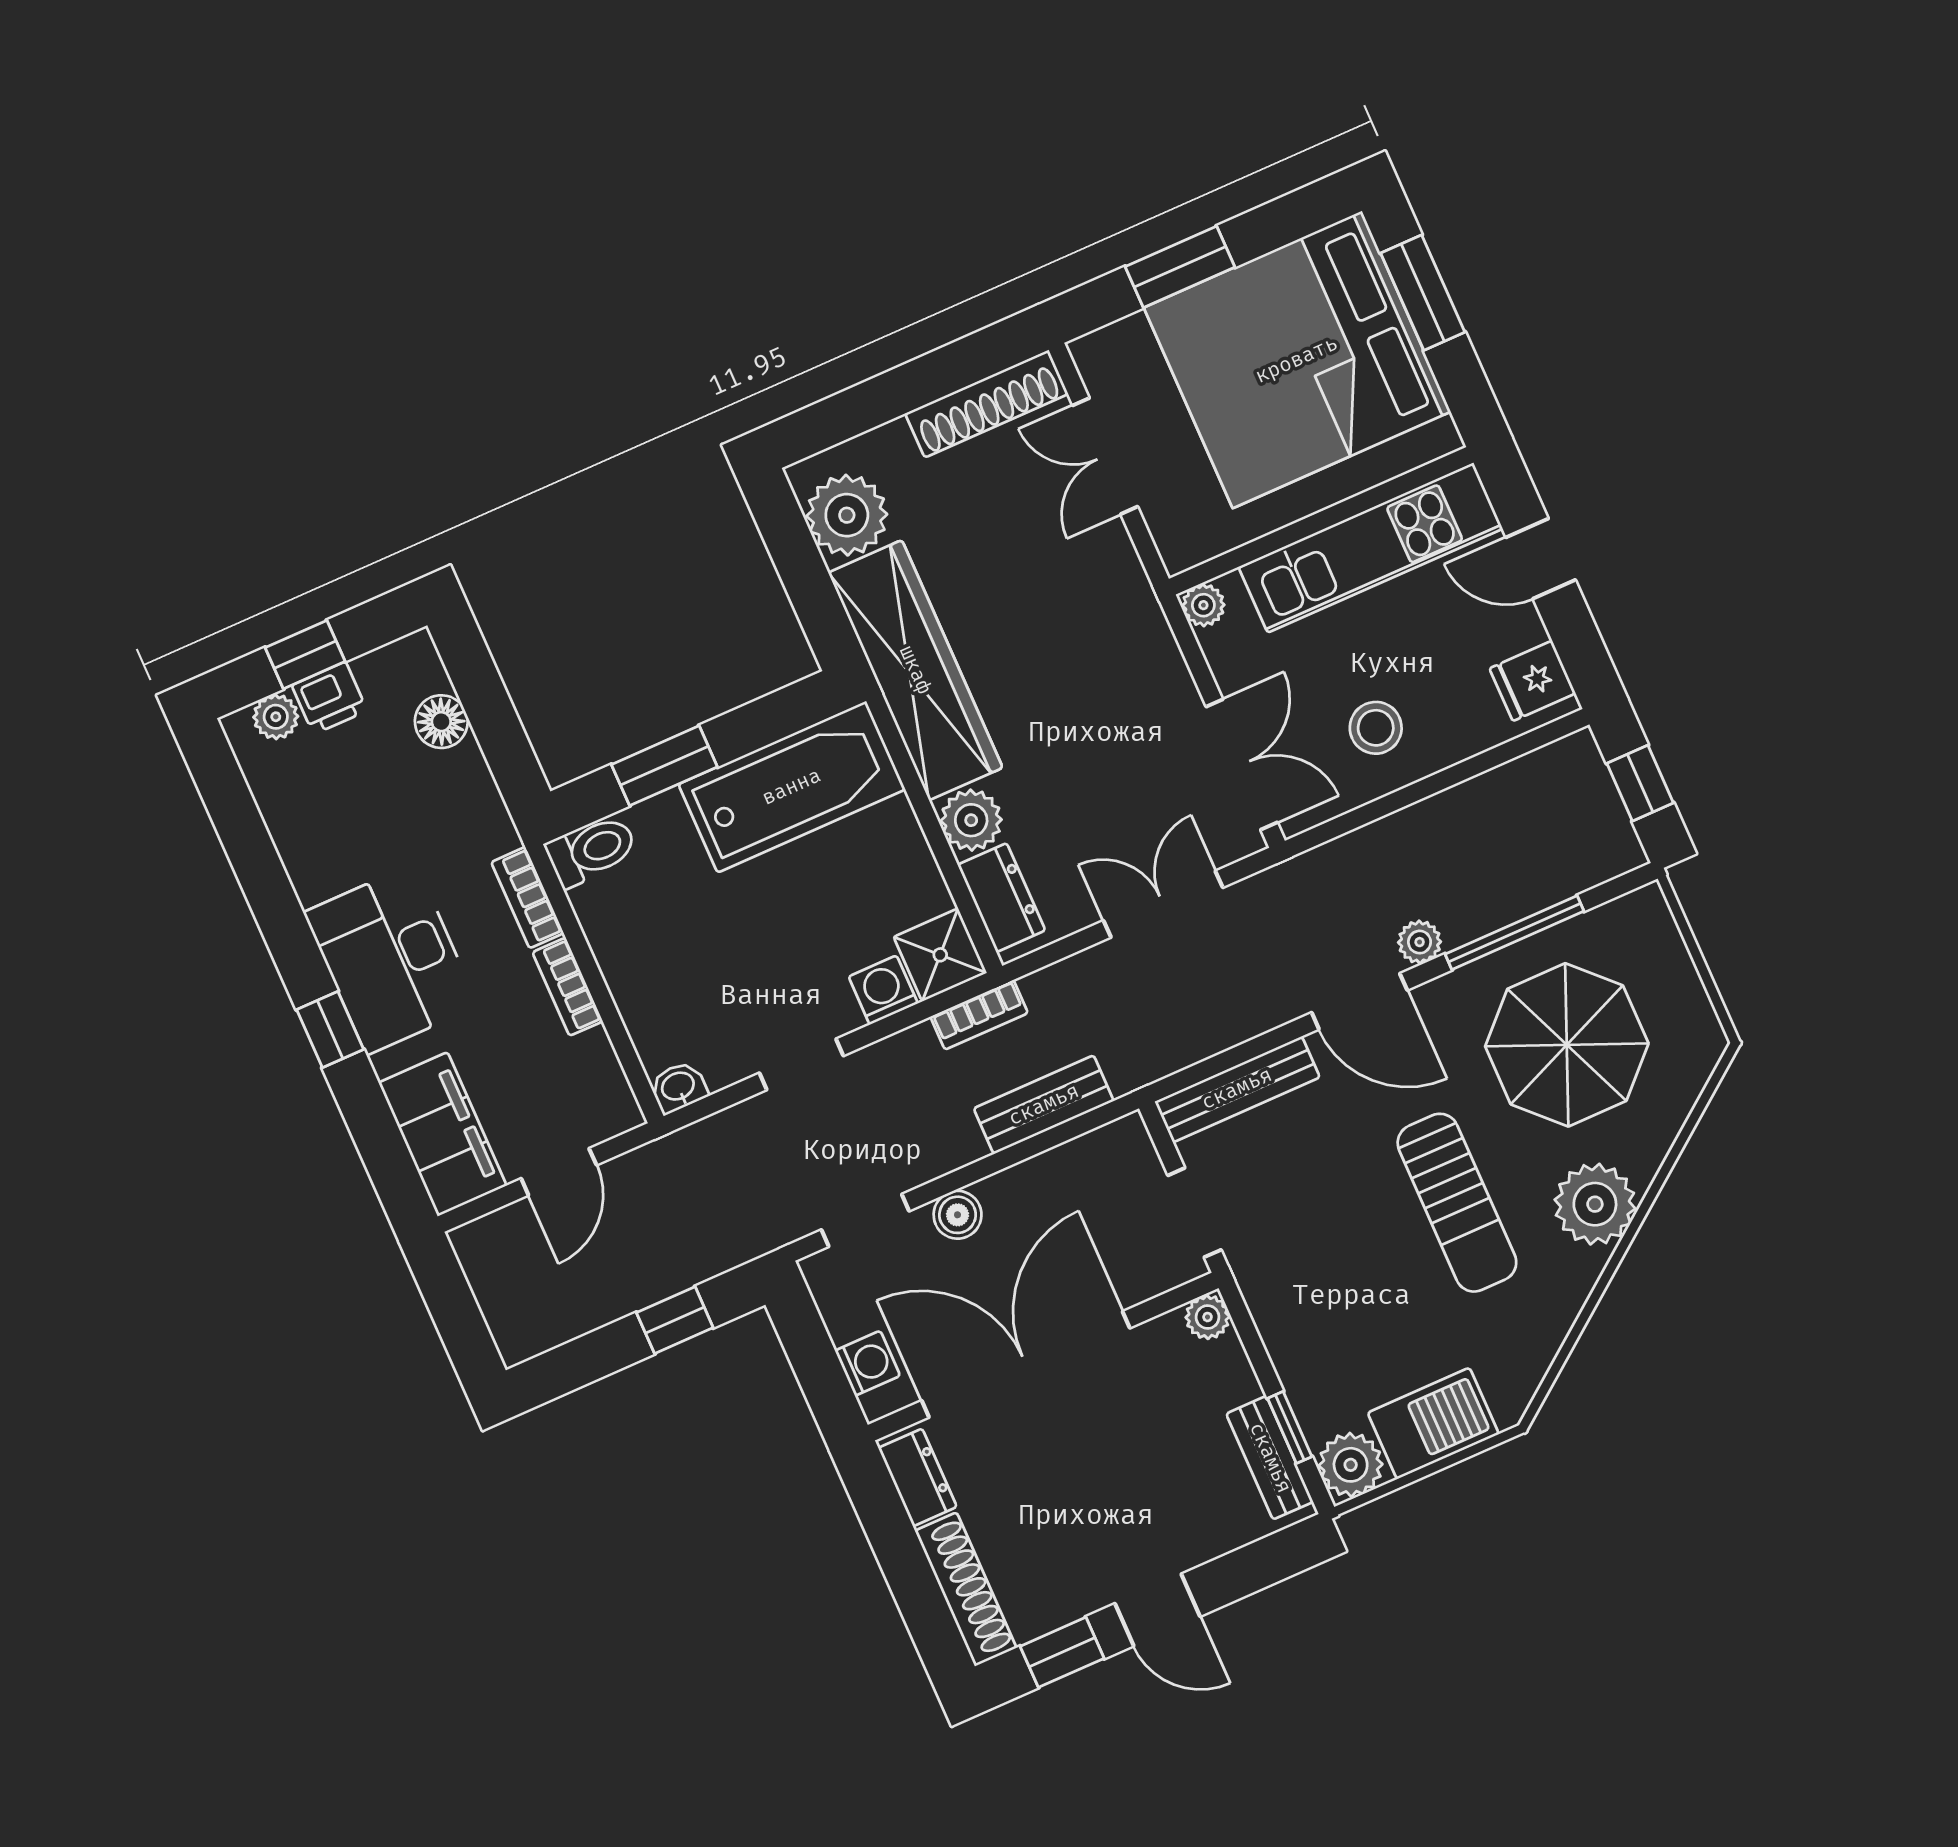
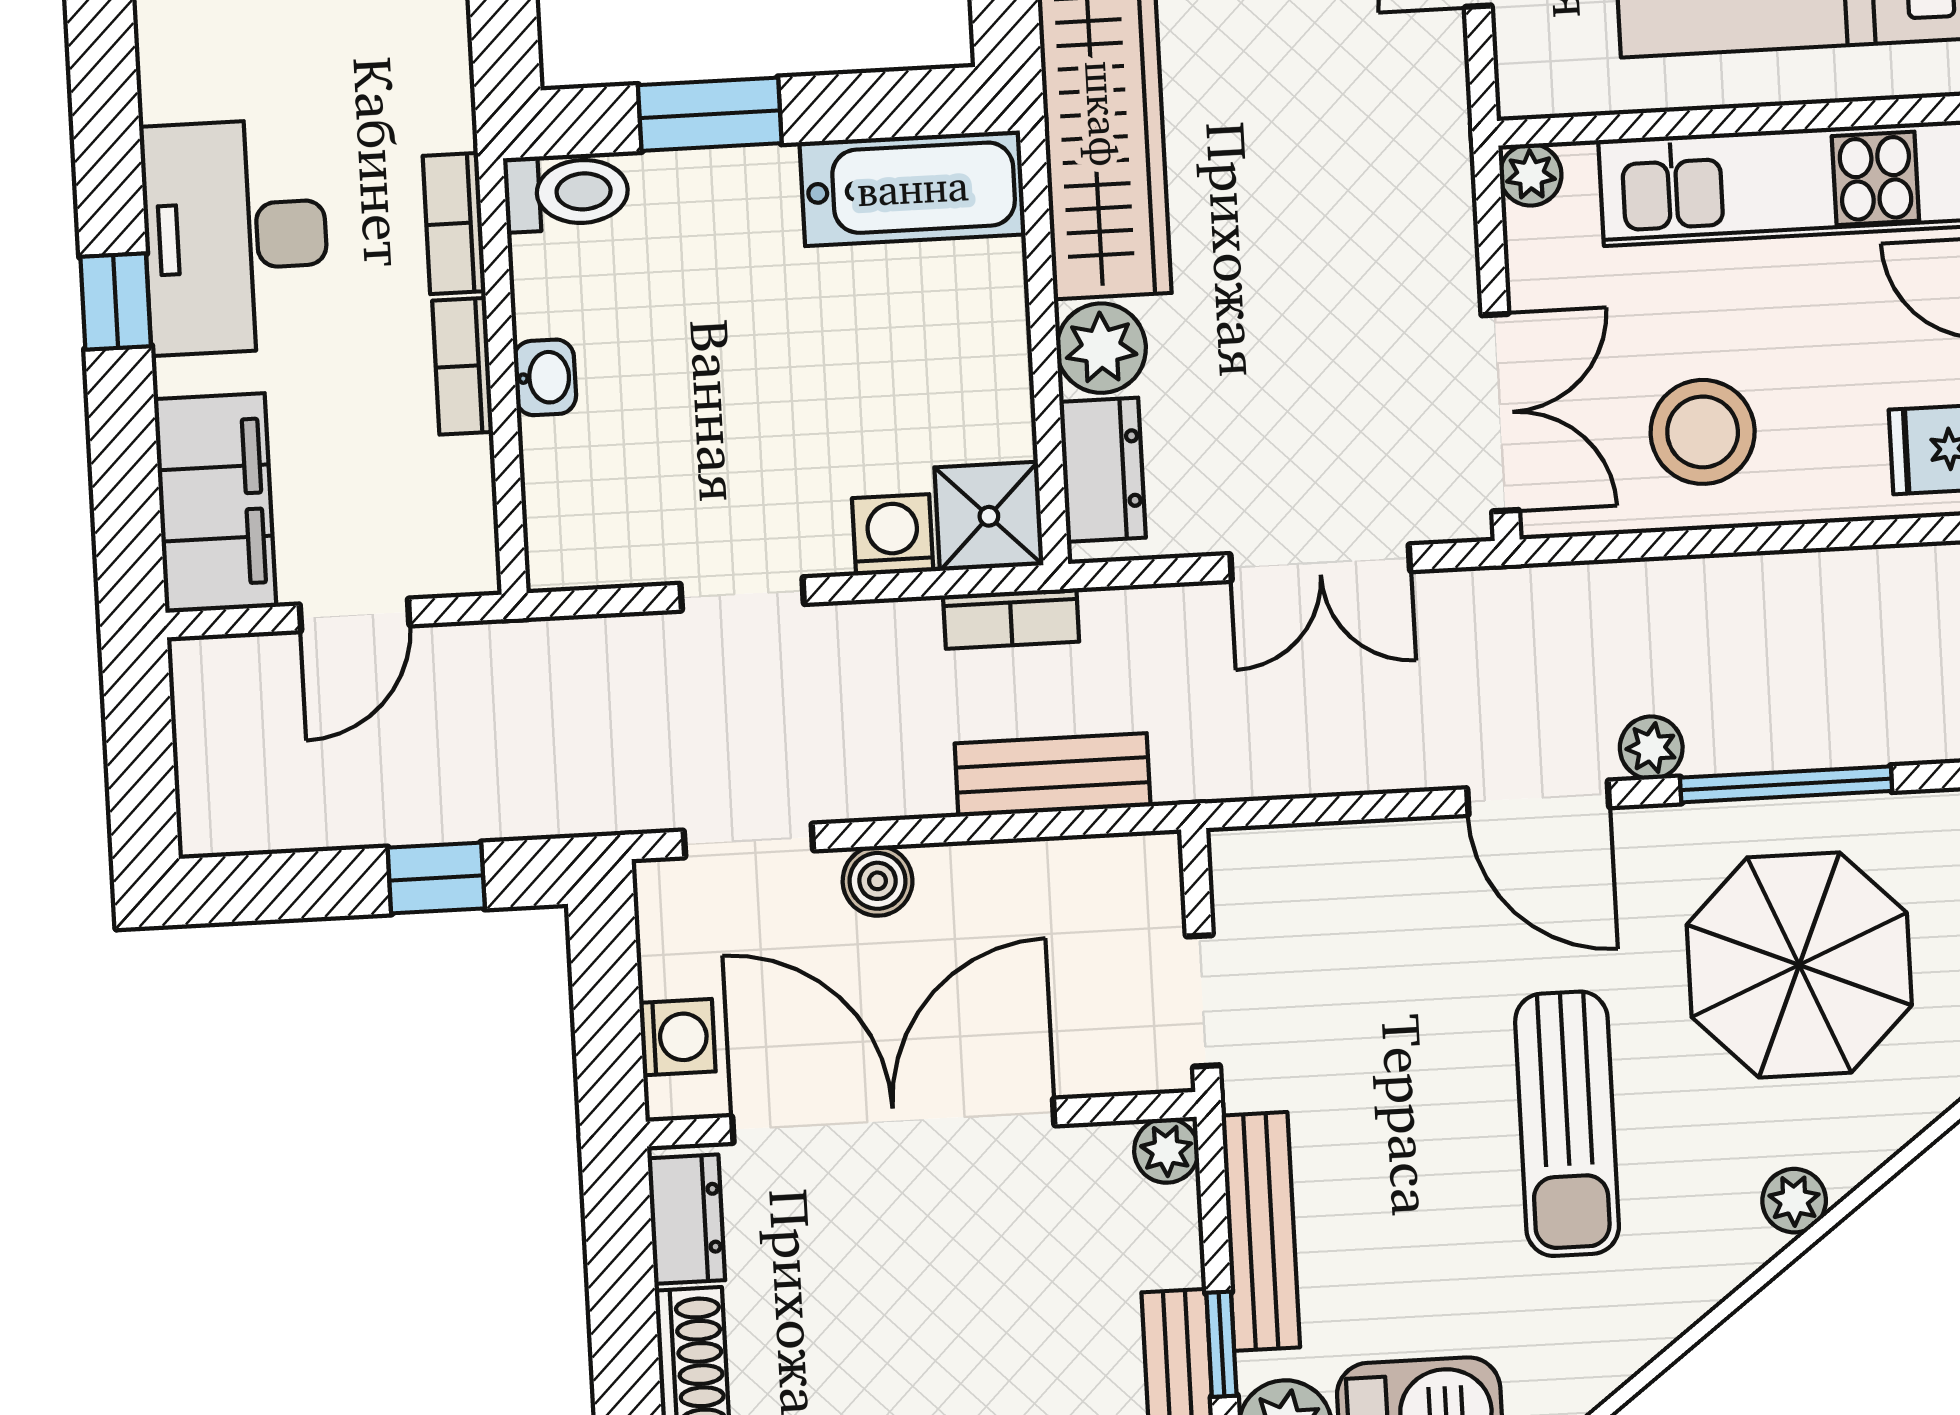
stool: (1376, 728) -> (1703, 432), width x1.38, depth x1.38
bathtub: (792, 787) -> (913, 188), width x0.73, depth x0.73
double door: (1163, 904) -> (1320, 563), swing flipped
washbasin: (678, 1087) -> (545, 377), moved, turned 90
bench: (1237, 1089) -> (1261, 1231), moved, turned 90
plant: (1595, 1204) -> (1794, 1201), width x0.53, depth x0.53

